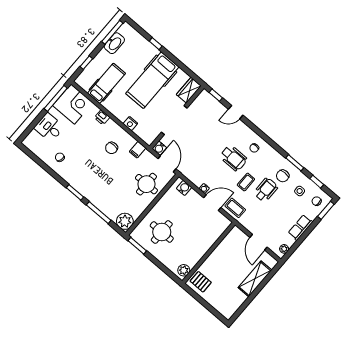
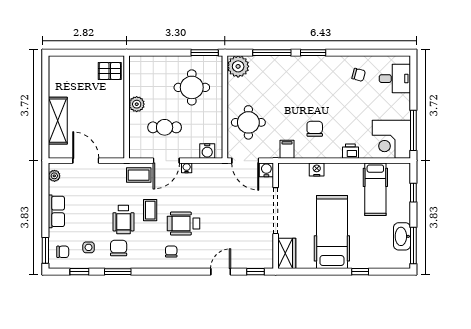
desk: (49, 127) -> (395, 79), moved
cafe table: (197, 222) -> (165, 127), added
plant: (184, 270) -> (137, 104), moved

